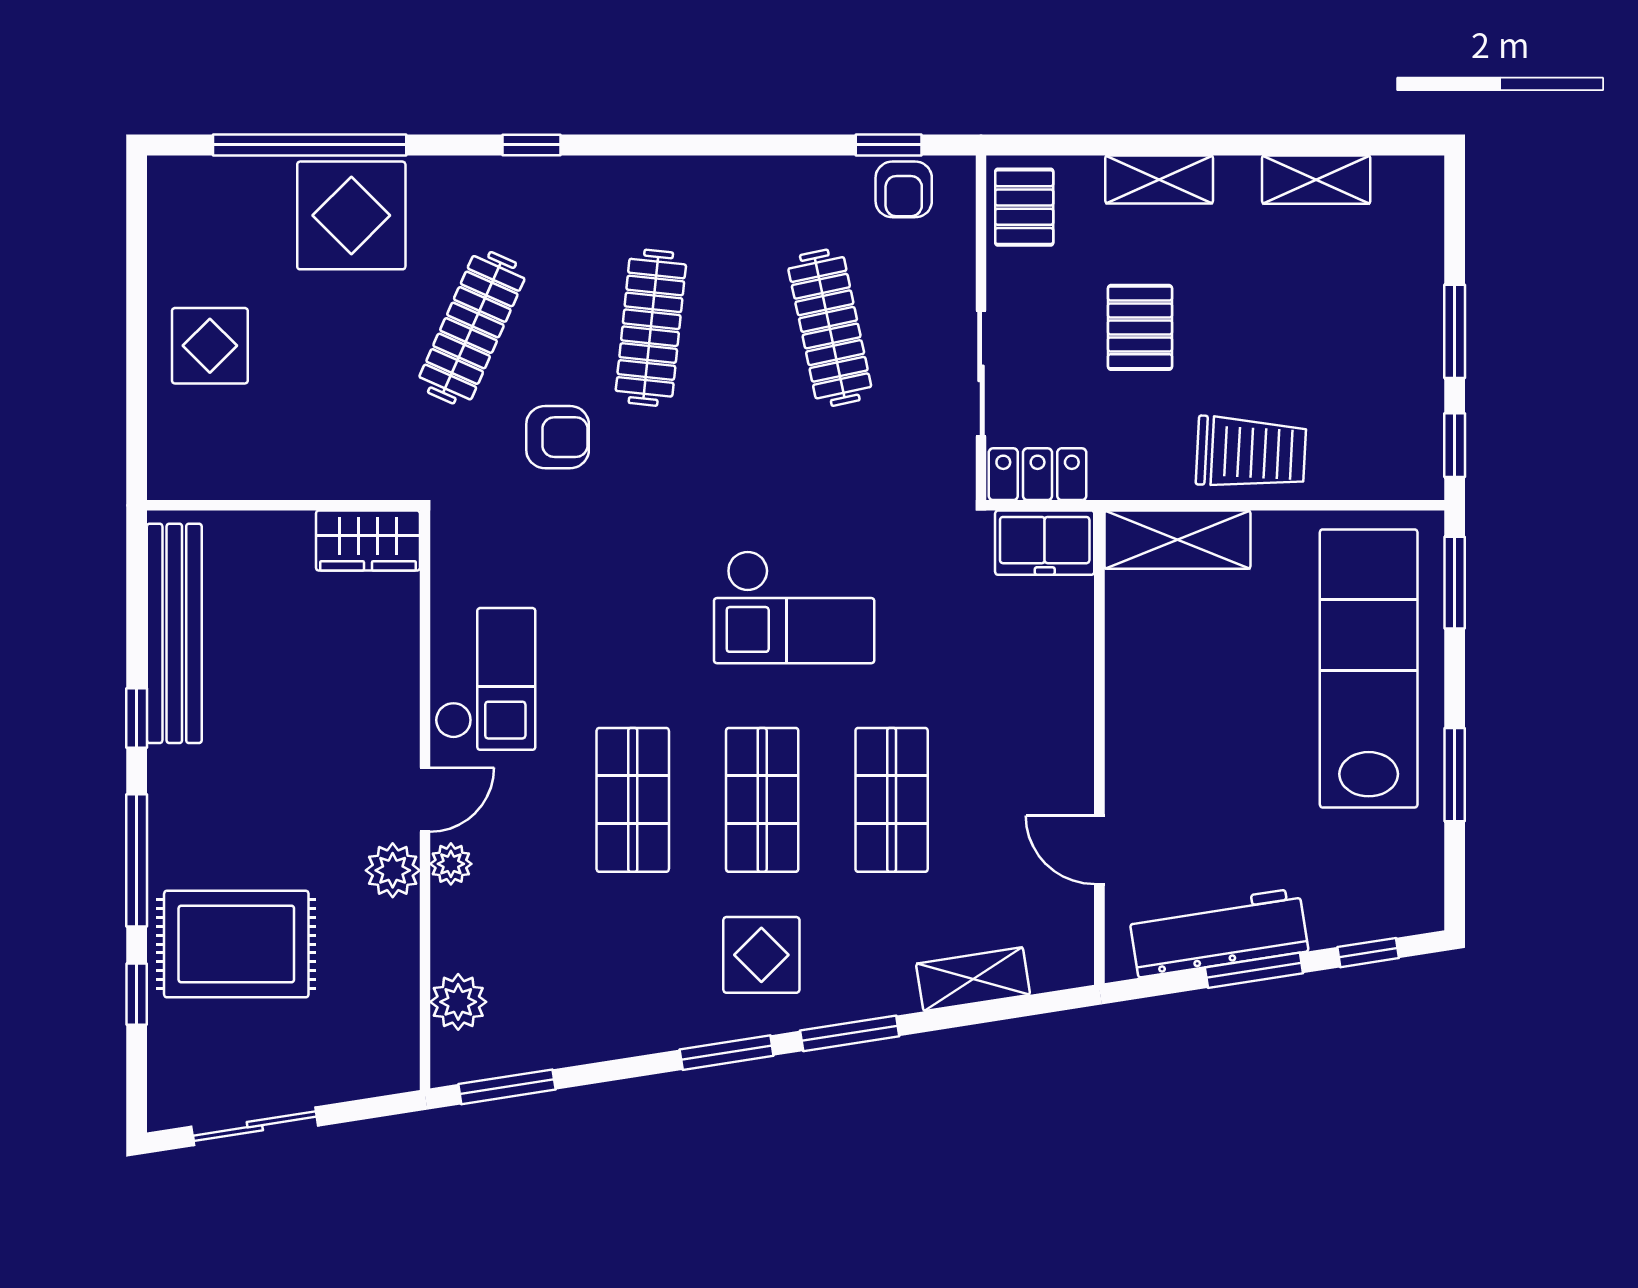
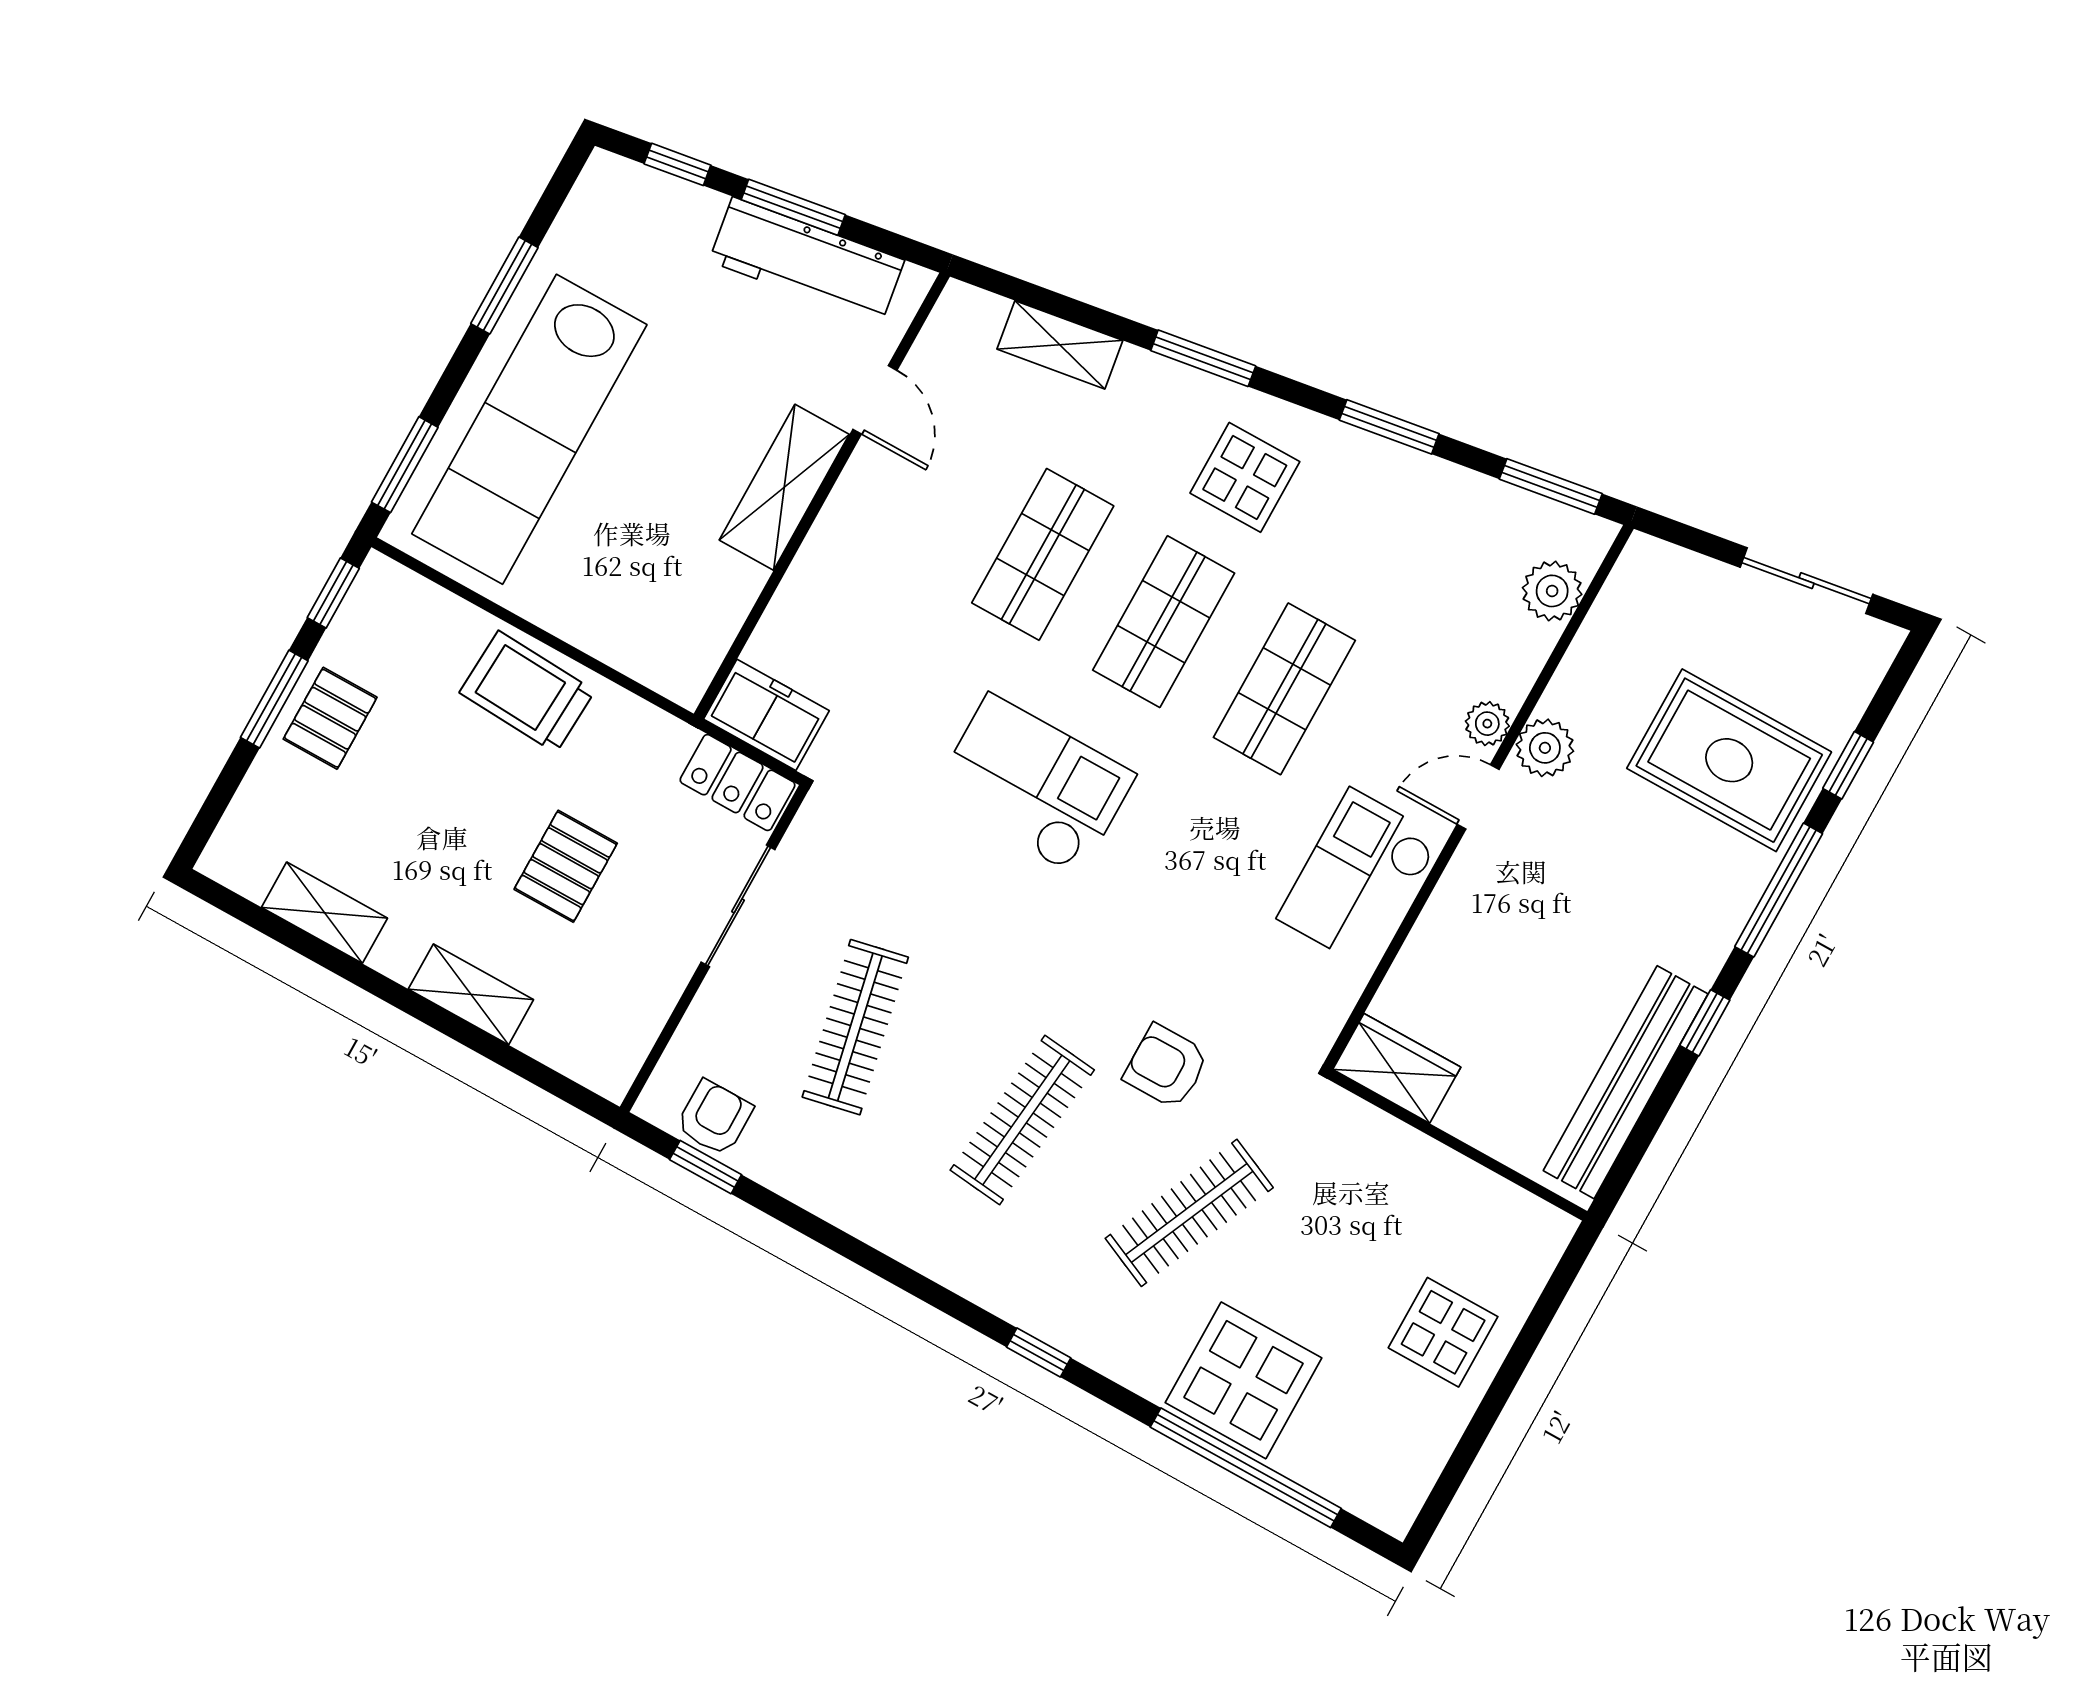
pallet: (1024, 207) -> (330, 718), moved
shelving: (1177, 540) -> (784, 487), moved, turned 90
window: (727, 1053) -> (1389, 427), moved

